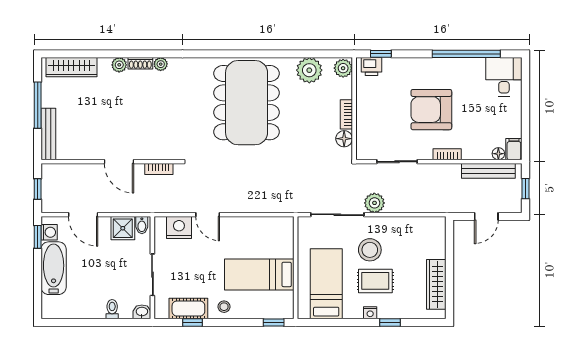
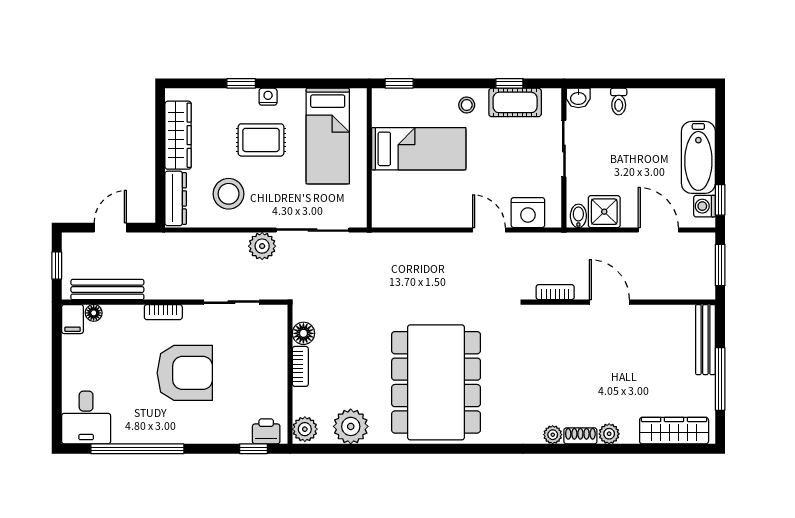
window: (38, 189) -> (720, 265), width x1.50
dresser: (438, 238) -> (176, 198), added
stool: (370, 250) -> (229, 194), moved

